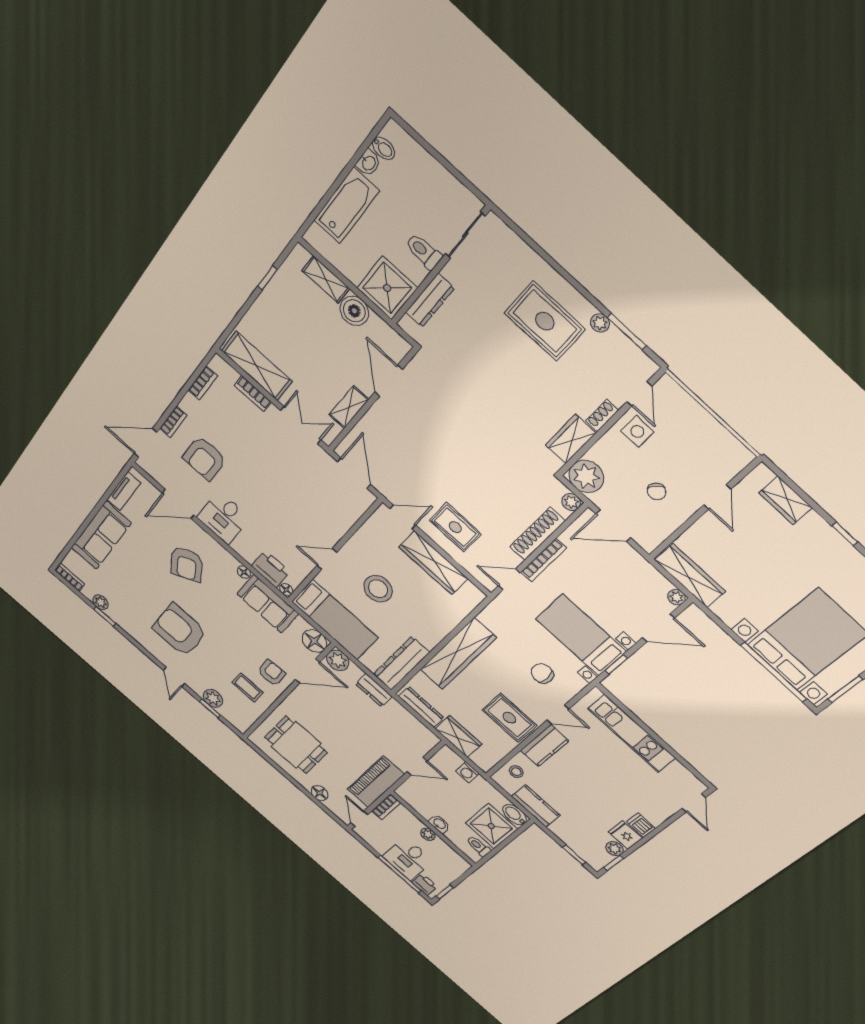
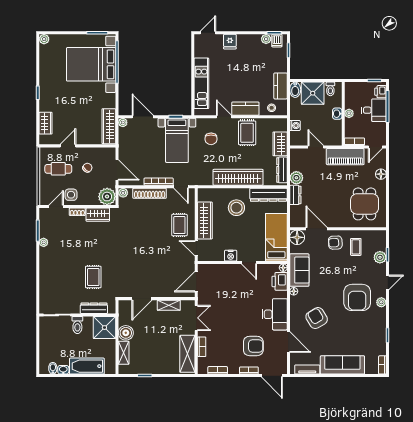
rug: (545, 321) -> (93, 277), moved, width x0.73, depth x0.70
double door: (301, 425) -> (196, 318), swing flipped
cafe table: (696, 451) -> (58, 169), added
desk: (223, 518) -> (275, 314), width x1.37
nightstand: (355, 547) -> (231, 256), added
armchair: (187, 564) -> (317, 318), turned -92
stool: (378, 589) -> (236, 208), moved
plant: (101, 602) -> (381, 302), moved
plant: (338, 660) -> (296, 178), moved
dishwasher: (641, 825) -> (277, 41), moved
fridge: (625, 835) -> (230, 42), moved

